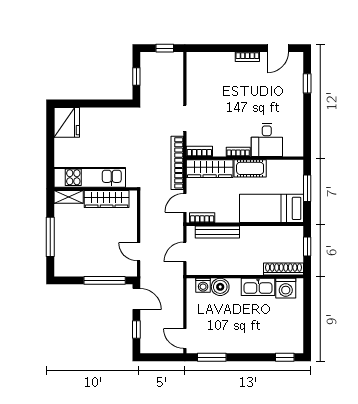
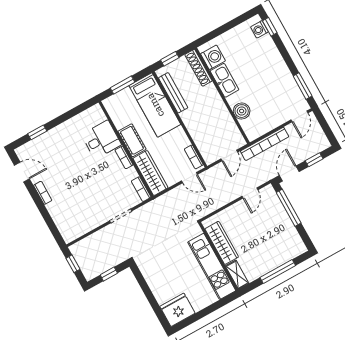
bookcase: (177, 163) -> (265, 144), moved
bench: (217, 232) -> (173, 93), moved
door: (185, 252) -> (229, 156), hinge flipped
washing machine: (203, 285) -> (259, 29), moved, turned 180

